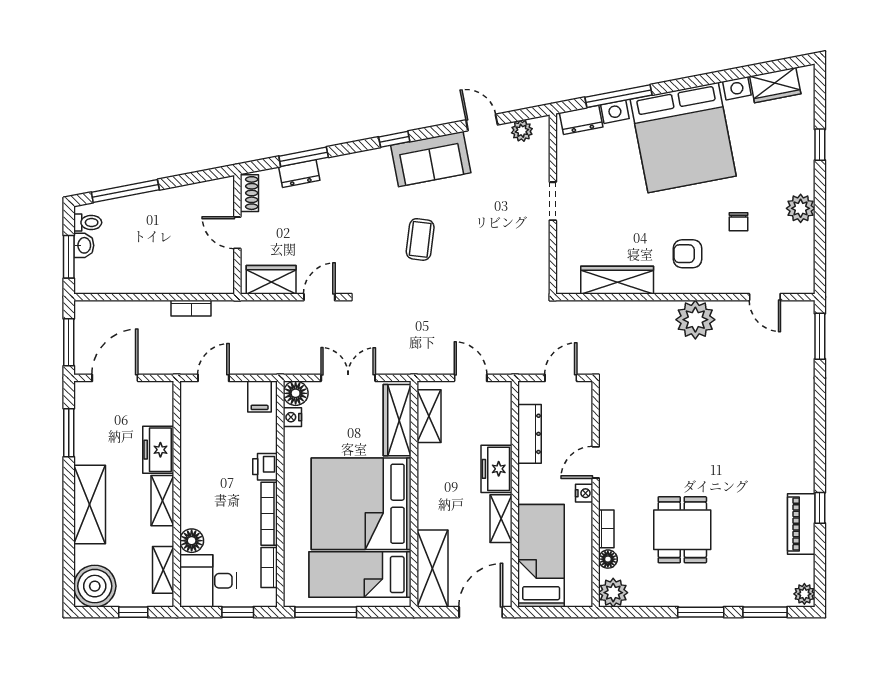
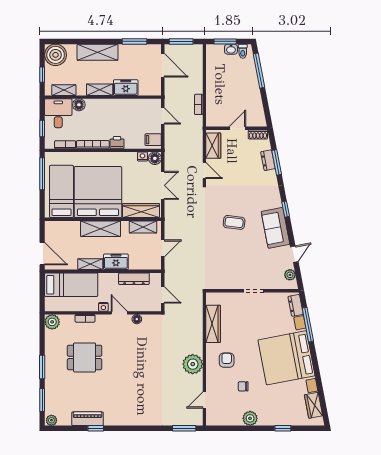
floor lamp: (608, 559) -> (137, 319), moved
shelving: (432, 568) -> (101, 229), moved

